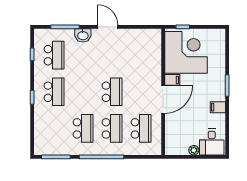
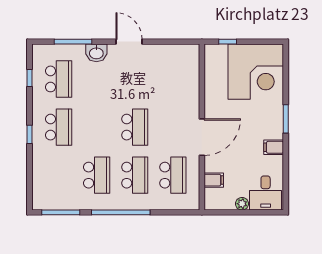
corner desk: (186, 52) -> (256, 72), moved, turned 90
filing cabinet: (172, 80) -> (214, 180), moved

